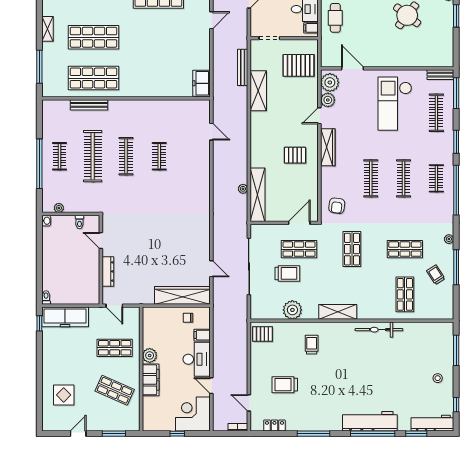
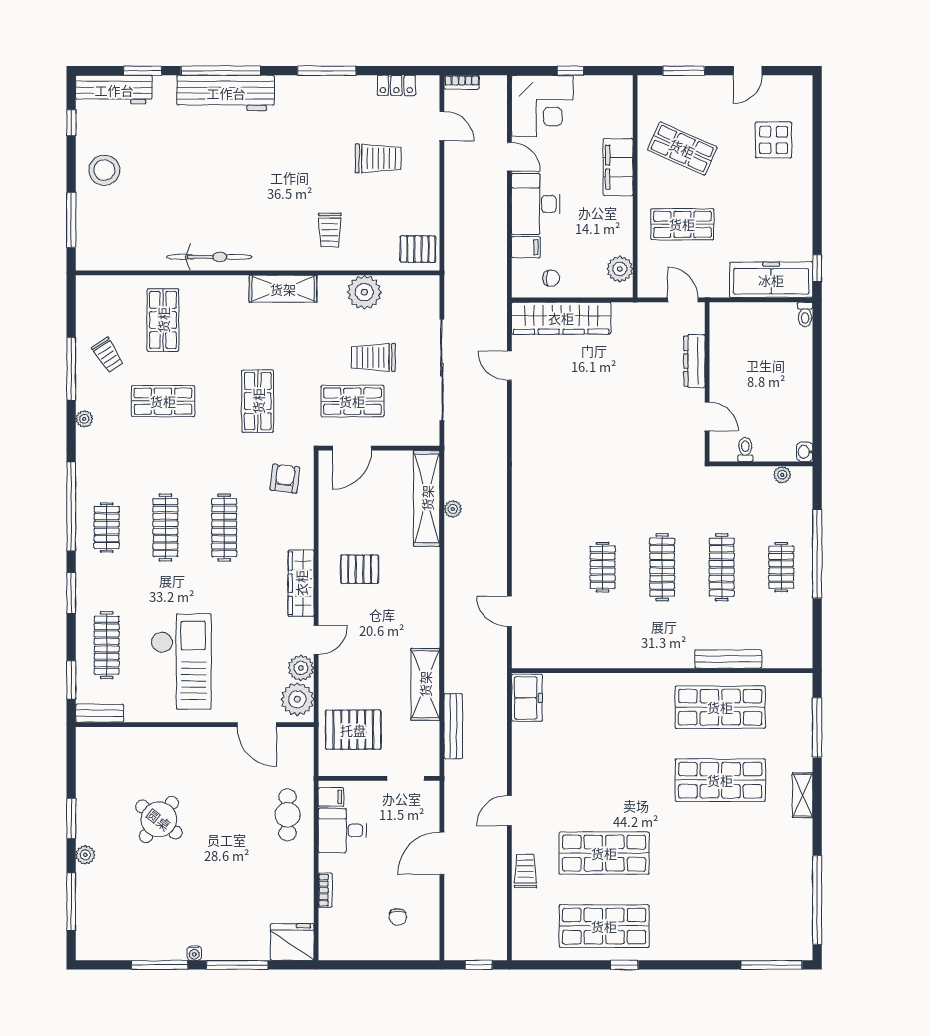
window: (456, 93) -> (71, 680), width x0.69
clothes rail: (93, 156) -> (722, 567), width x0.73, depth x0.76
plant: (150, 355) -> (620, 269), moved
stool: (438, 378) -> (104, 170), width x1.89, depth x1.89

